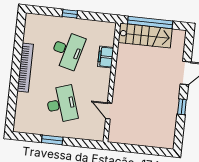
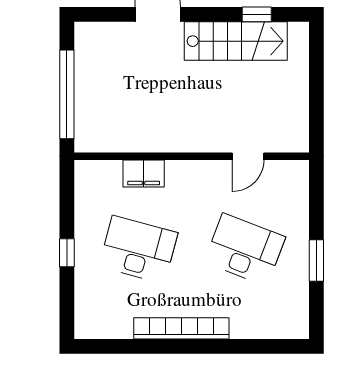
stairs: (145, 36) -> (236, 41), moved, turned 90
desk: (62, 104) -> (245, 250), turned 39
window: (182, 107) -> (257, 14), moved

